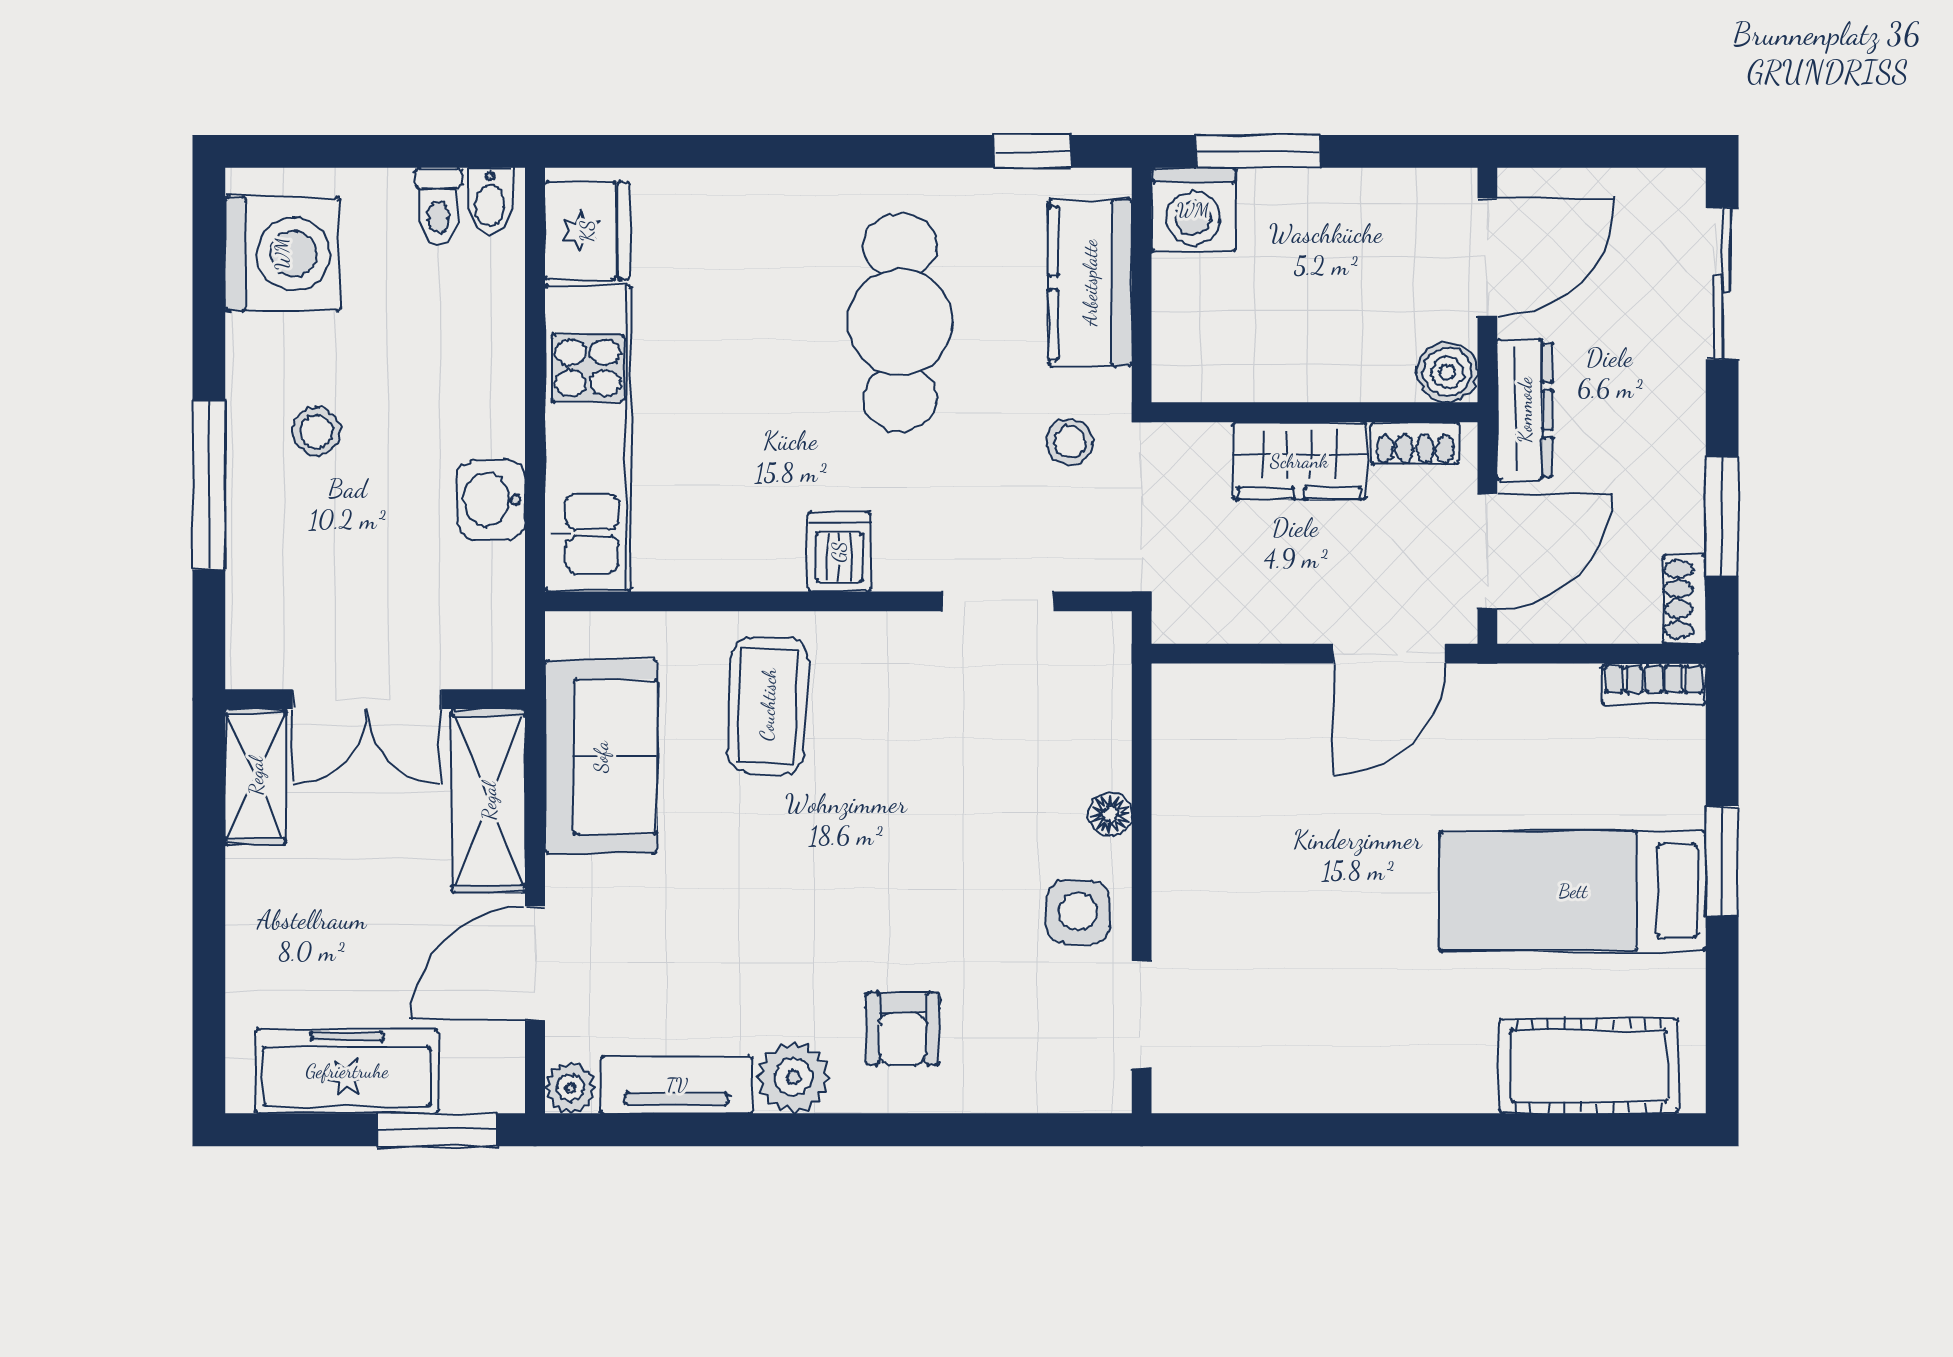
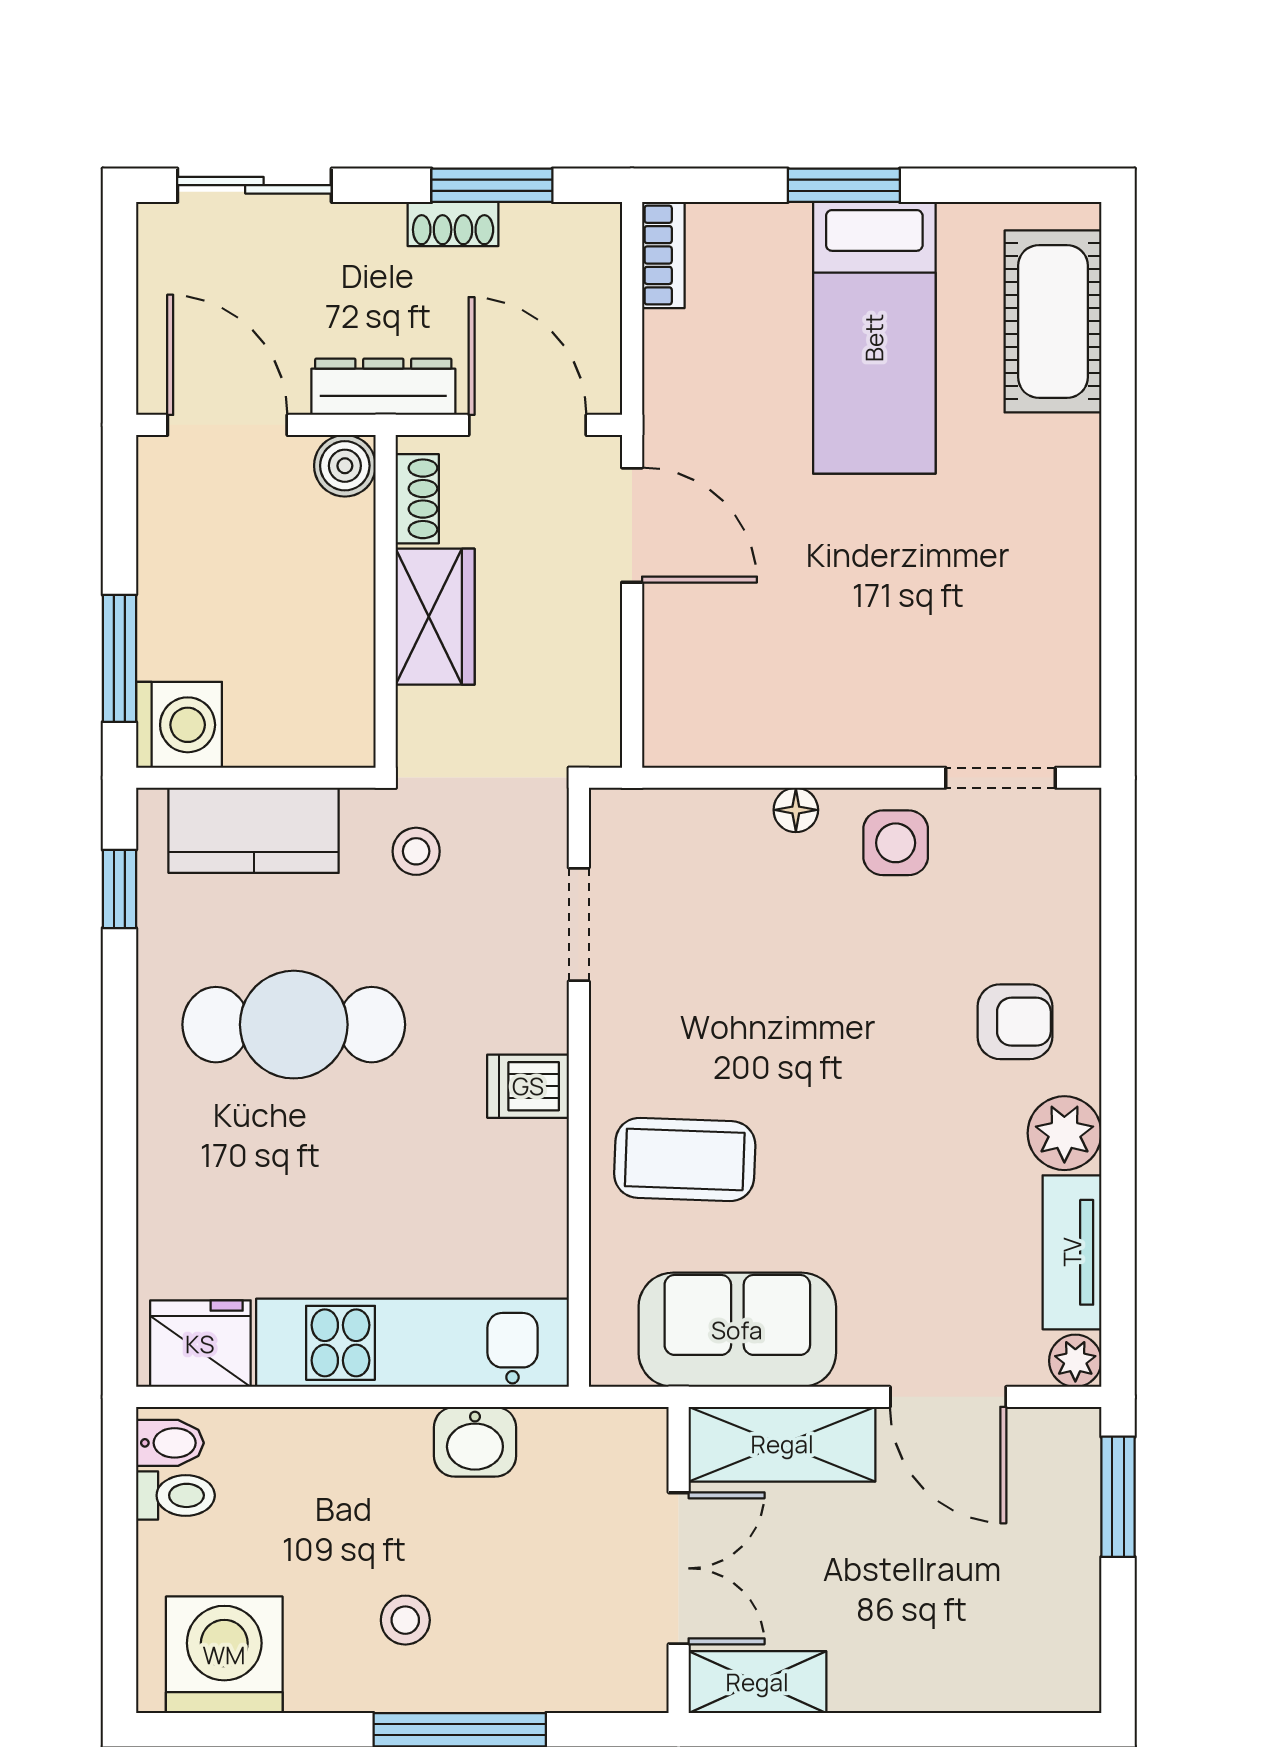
shoe rack: (1684, 599) -> (453, 224), moved
freezer: (347, 1071) -> (1058, 1589), removed

